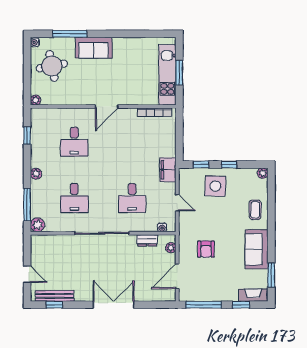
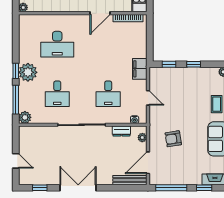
door: (107, 106) -> (100, 13), moved
window: (27, 136) -> (16, 71), moved
desk: (74, 142) -> (57, 44), width x1.37
plant: (36, 174) -> (28, 72), width x1.87, depth x1.87
side table: (215, 186) -> (182, 83), removed
armchair: (206, 249) -> (173, 139), turned 81
bench: (55, 296) -> (130, 180), moved
double door: (114, 305) -> (78, 188), moved

